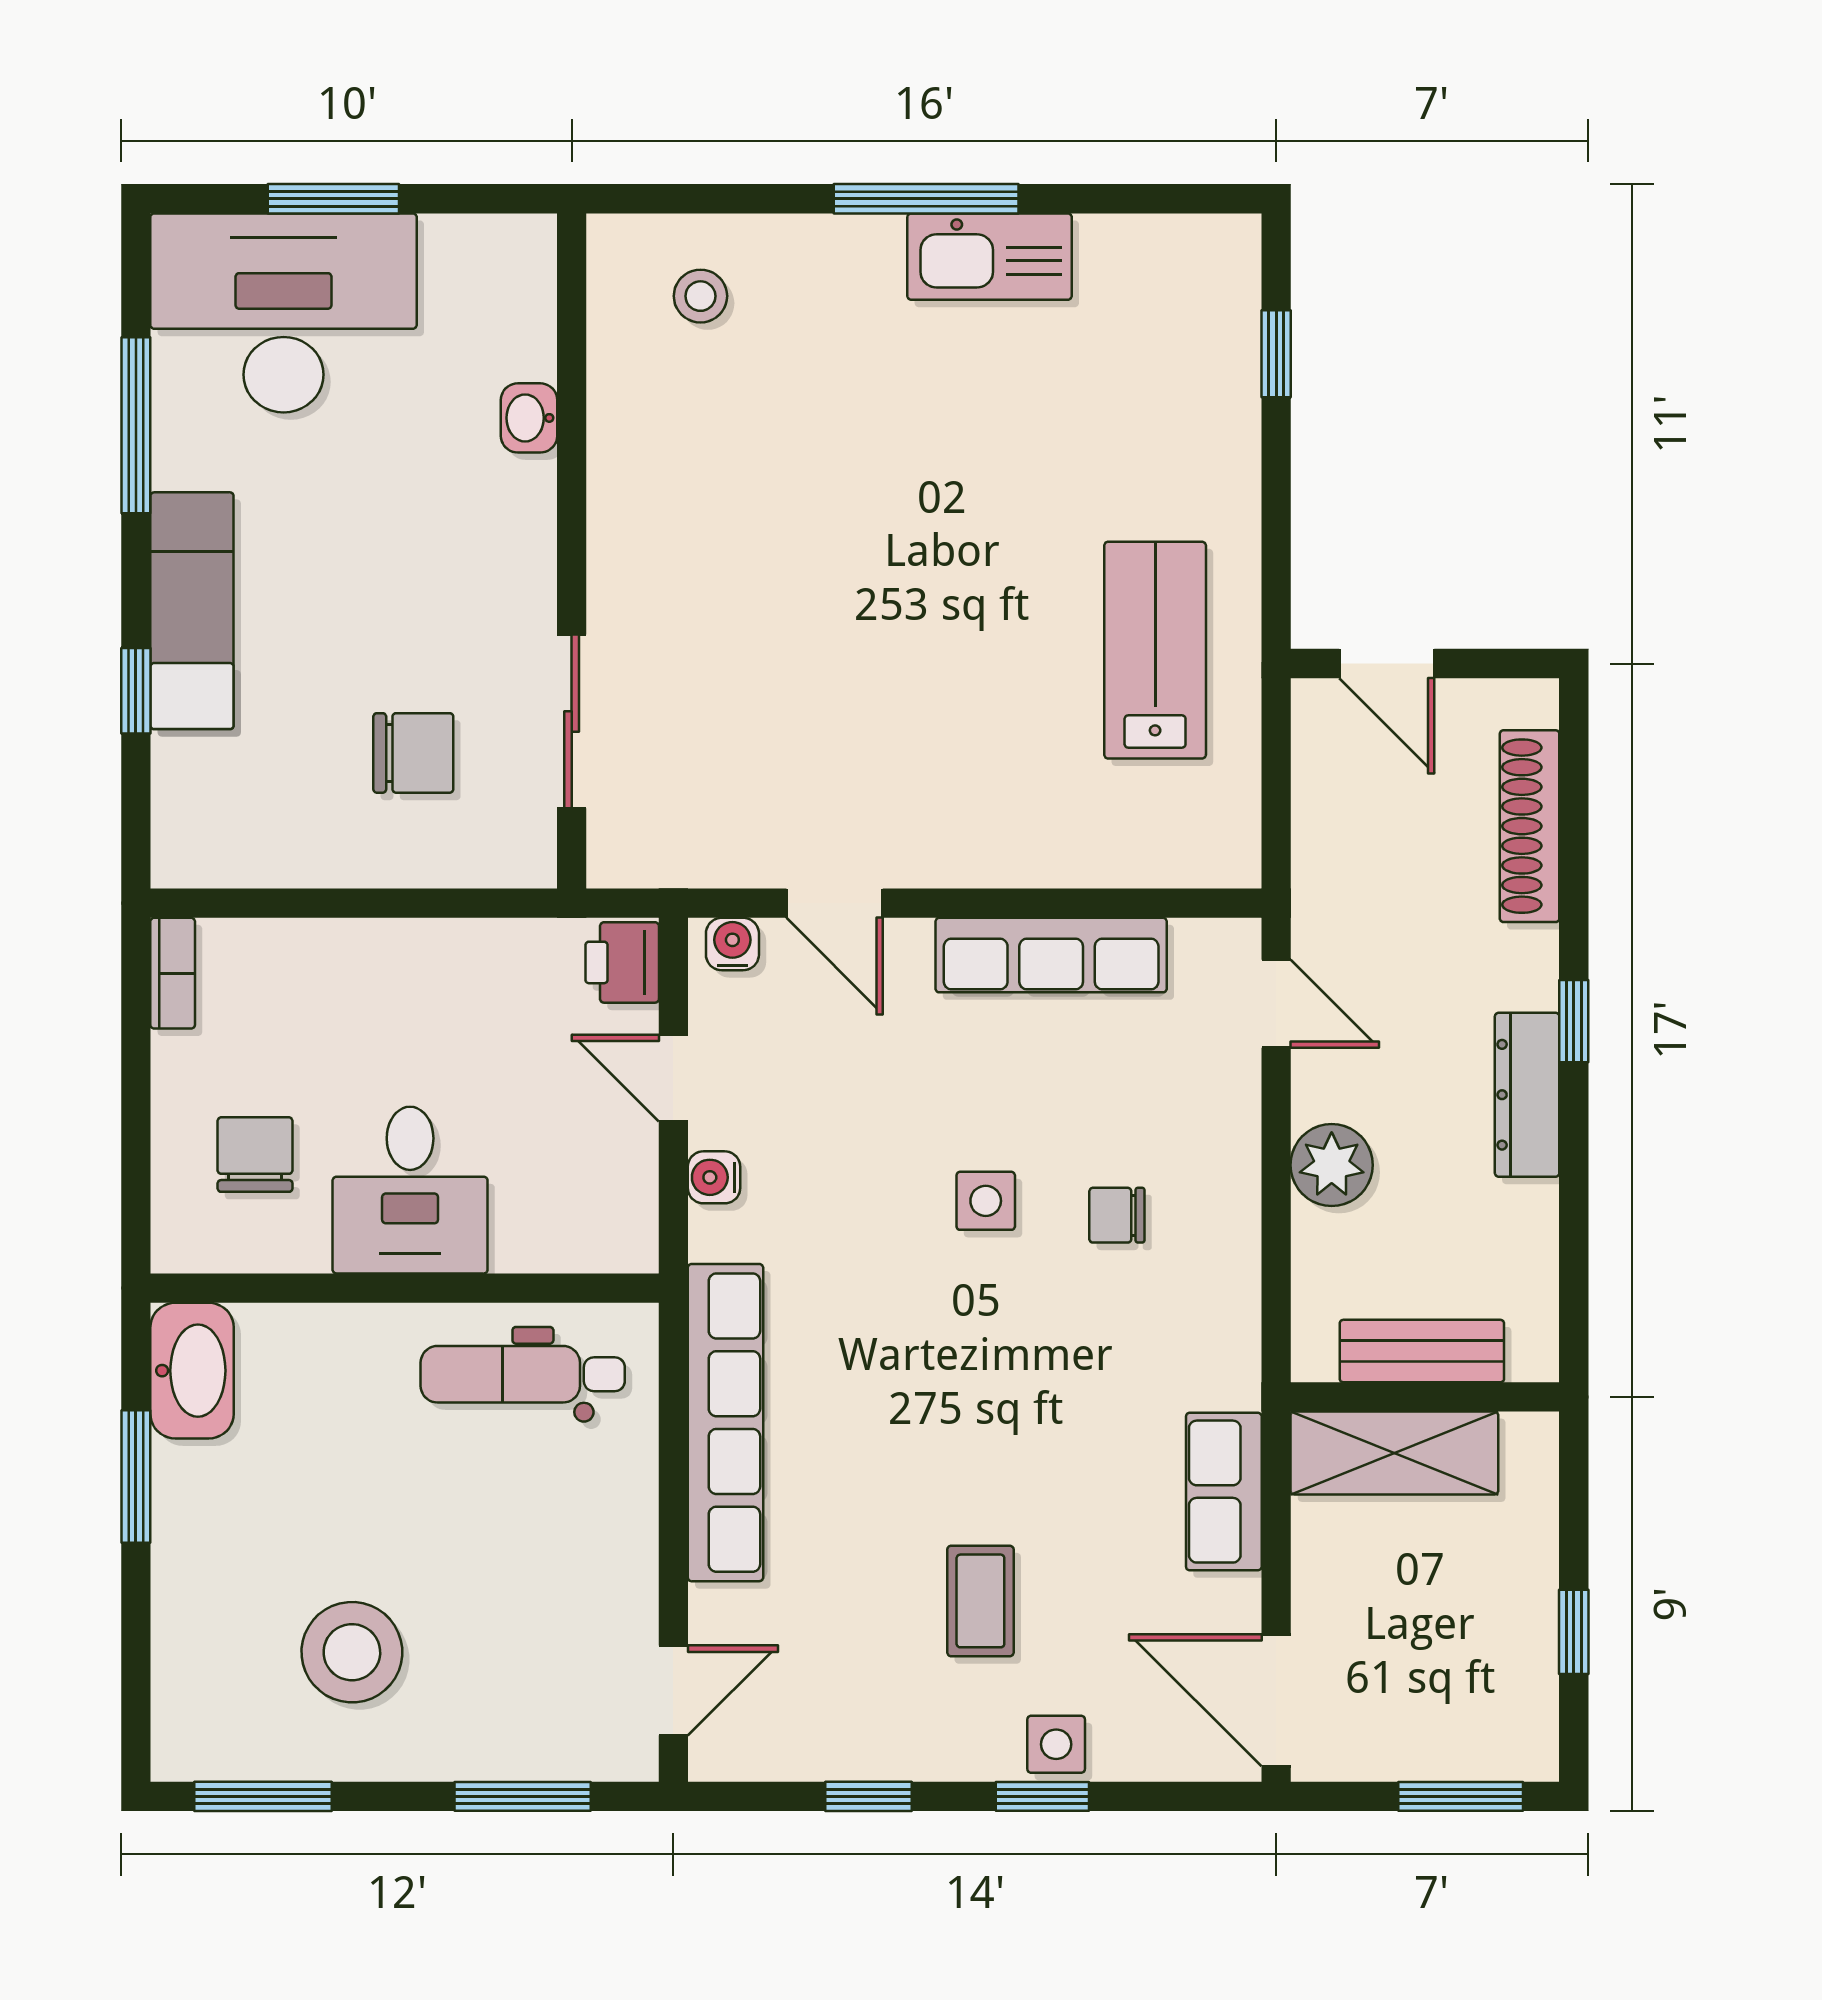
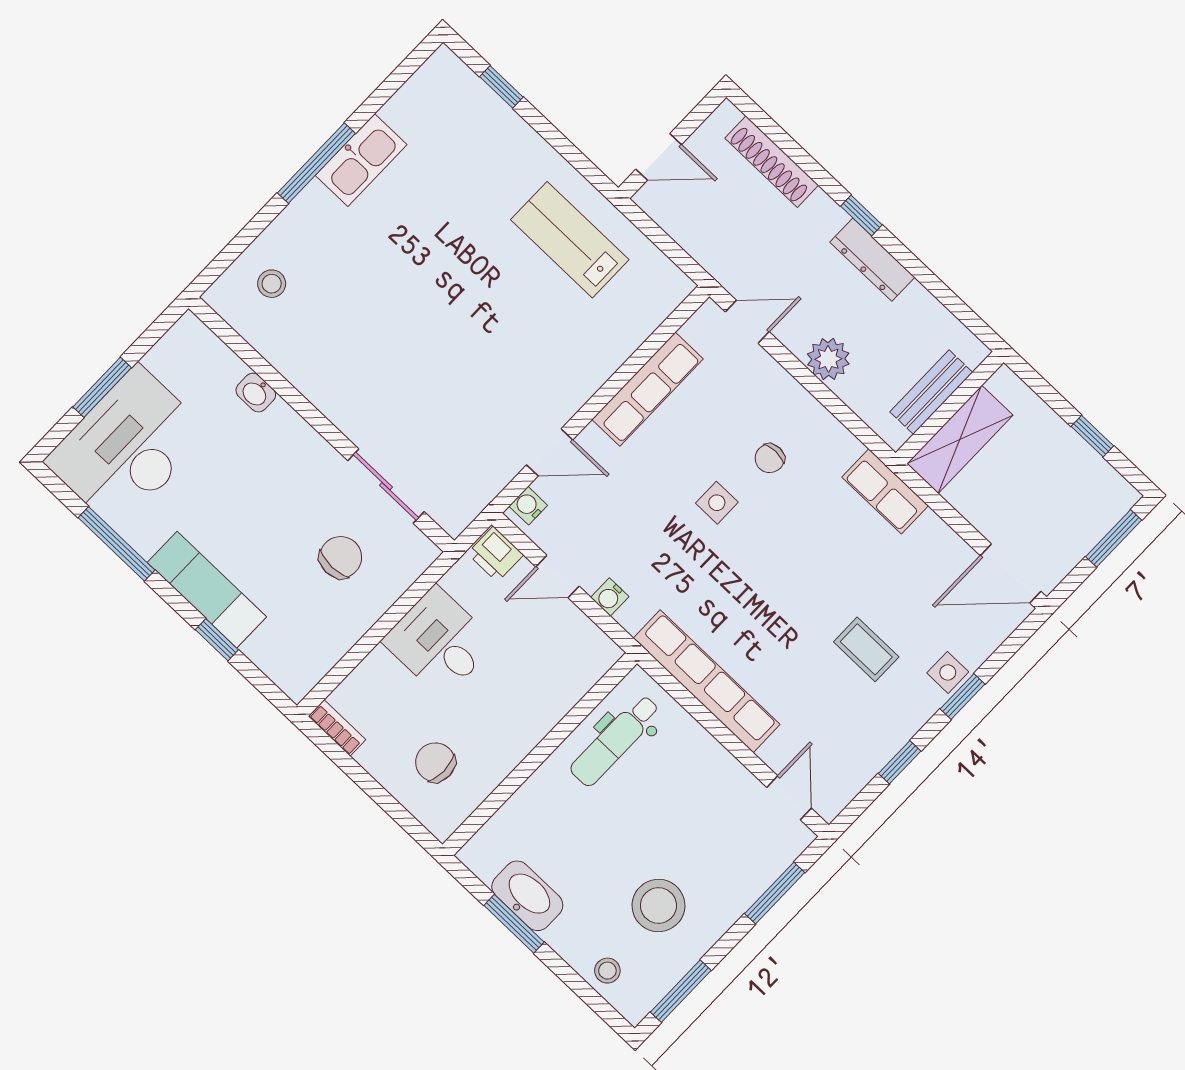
desk: (410, 1190) -> (439, 642), moved, turned 180
washbasin: (192, 1371) -> (527, 896), moved
row of seats: (1224, 1492) -> (885, 491), moved
stool: (194, 1668) -> (607, 971), added

